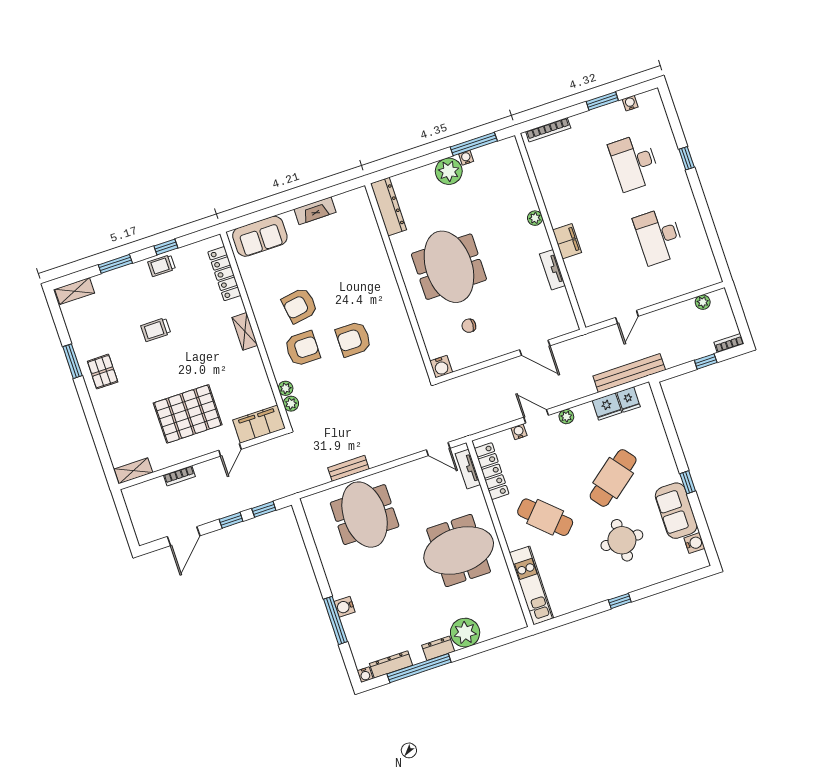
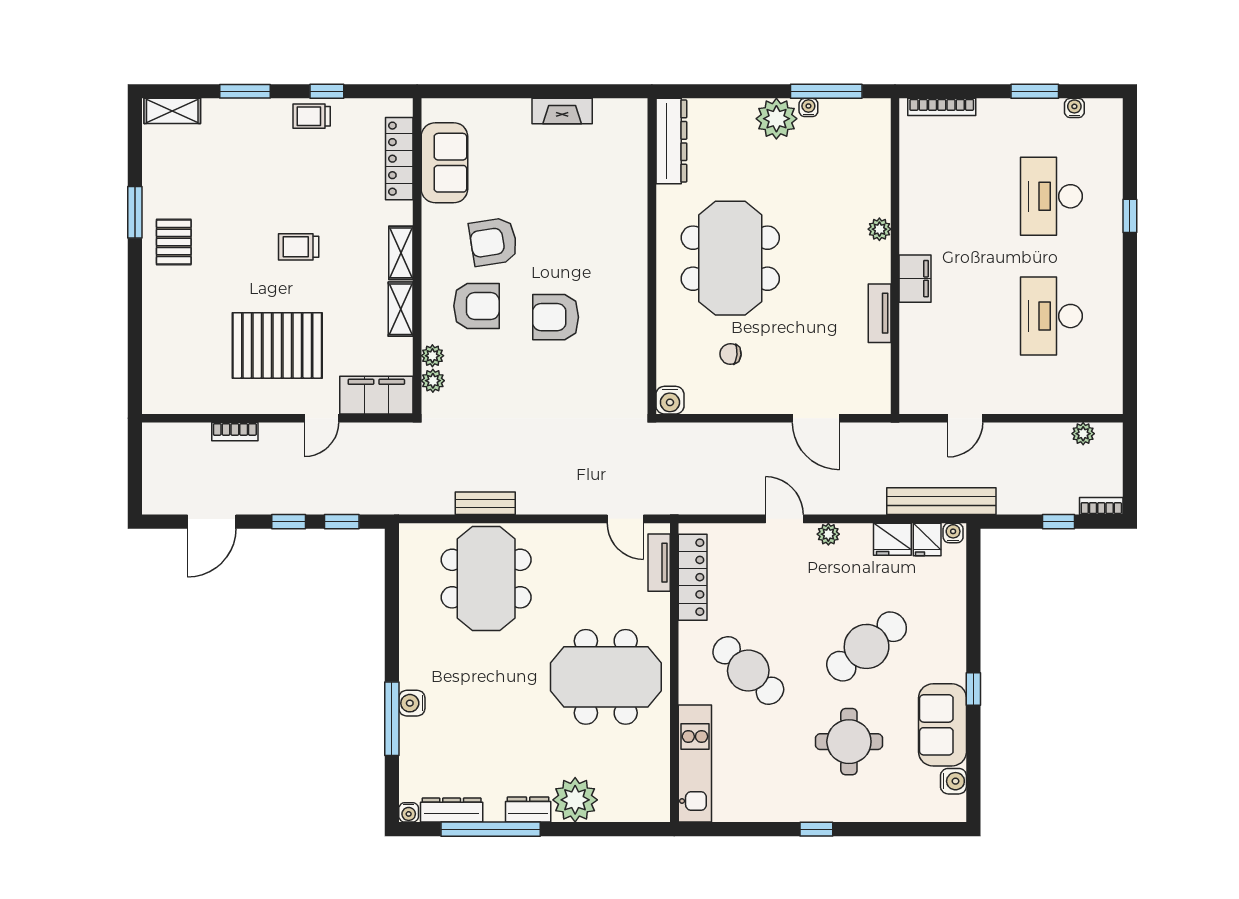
sofa: (260, 236) -> (444, 163), moved, turned -90
trolley: (156, 330) -> (299, 247), moved
water cooler: (519, 432) -> (953, 533), moved
shelving: (133, 471) -> (401, 309), moved, turned 90

